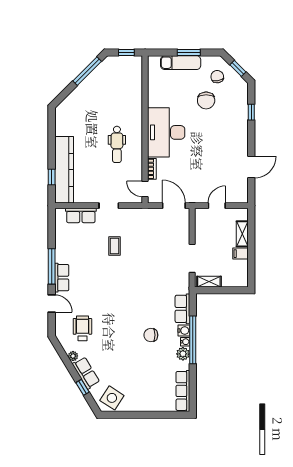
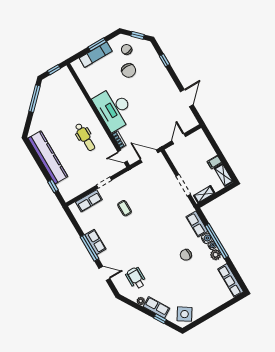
kitchen counter: (64, 170) -> (48, 157), moved
shelving: (242, 234) -> (224, 175), moved
row of seats: (62, 278) -> (95, 242), moved

